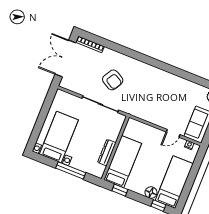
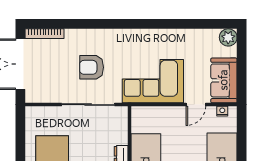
armchair: (113, 80) -> (92, 67), turned 150
corner sofa: (150, 106) -> (153, 81), added

